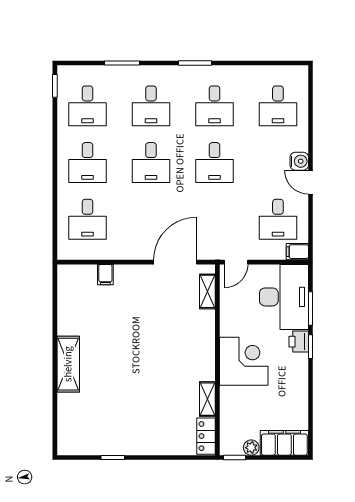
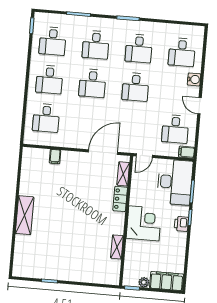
water cooler: (299, 161) -> (194, 79), moved
printer: (299, 342) -> (181, 224), moved
locker: (206, 436) -> (120, 199), moved

